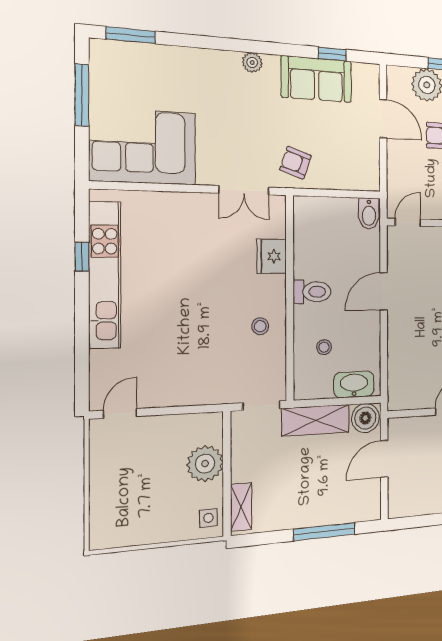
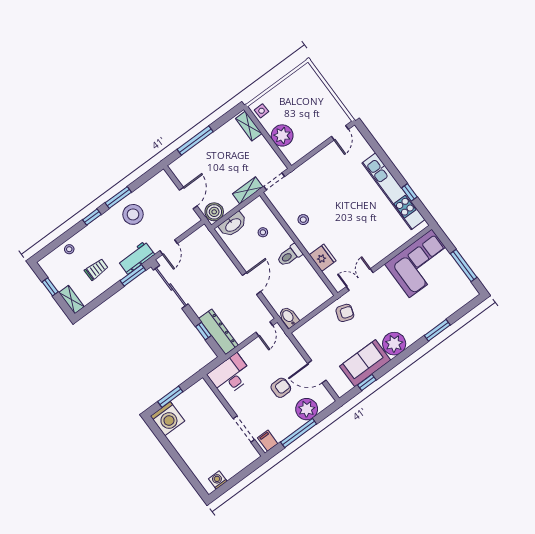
window: (131, 35) -> (437, 330), moved
plant: (252, 62) -> (394, 344), width x1.88, depth x1.88
shelving: (316, 420) -> (248, 190), width x0.67, depth x0.75

